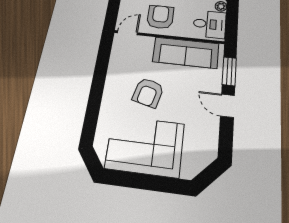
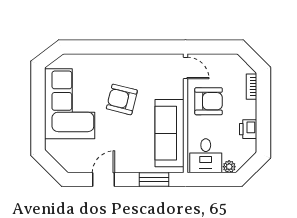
door: (228, 106) -> (104, 180), moved

